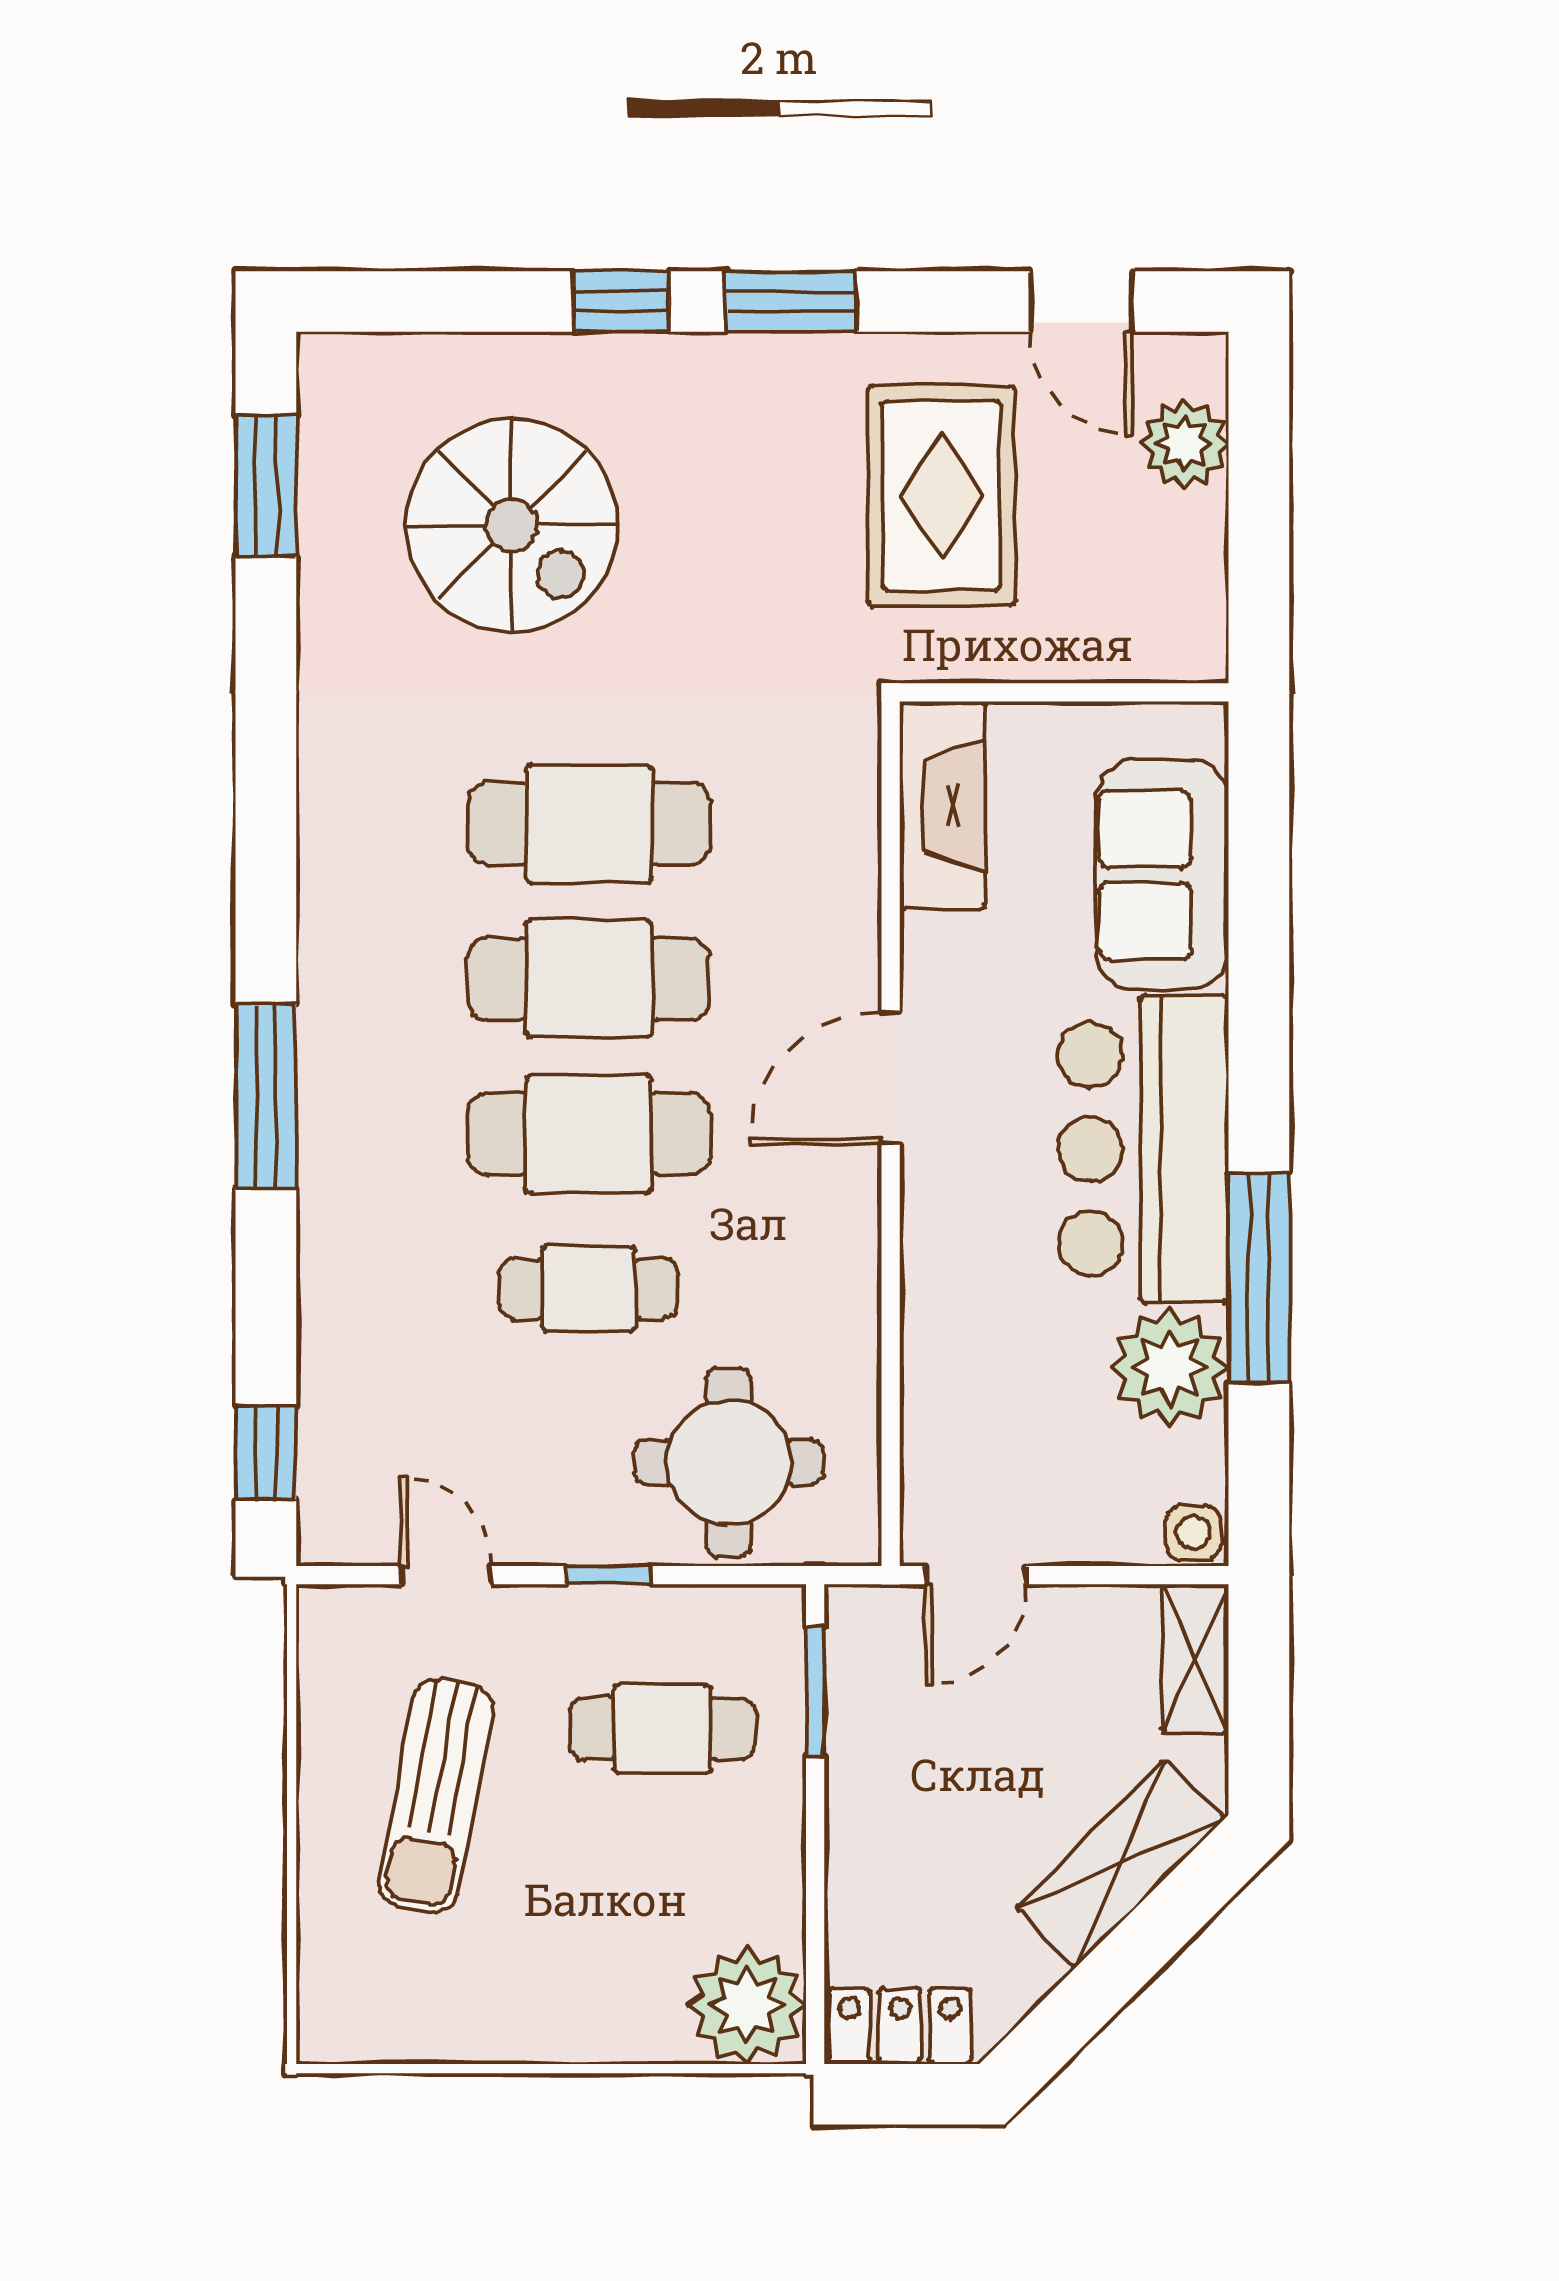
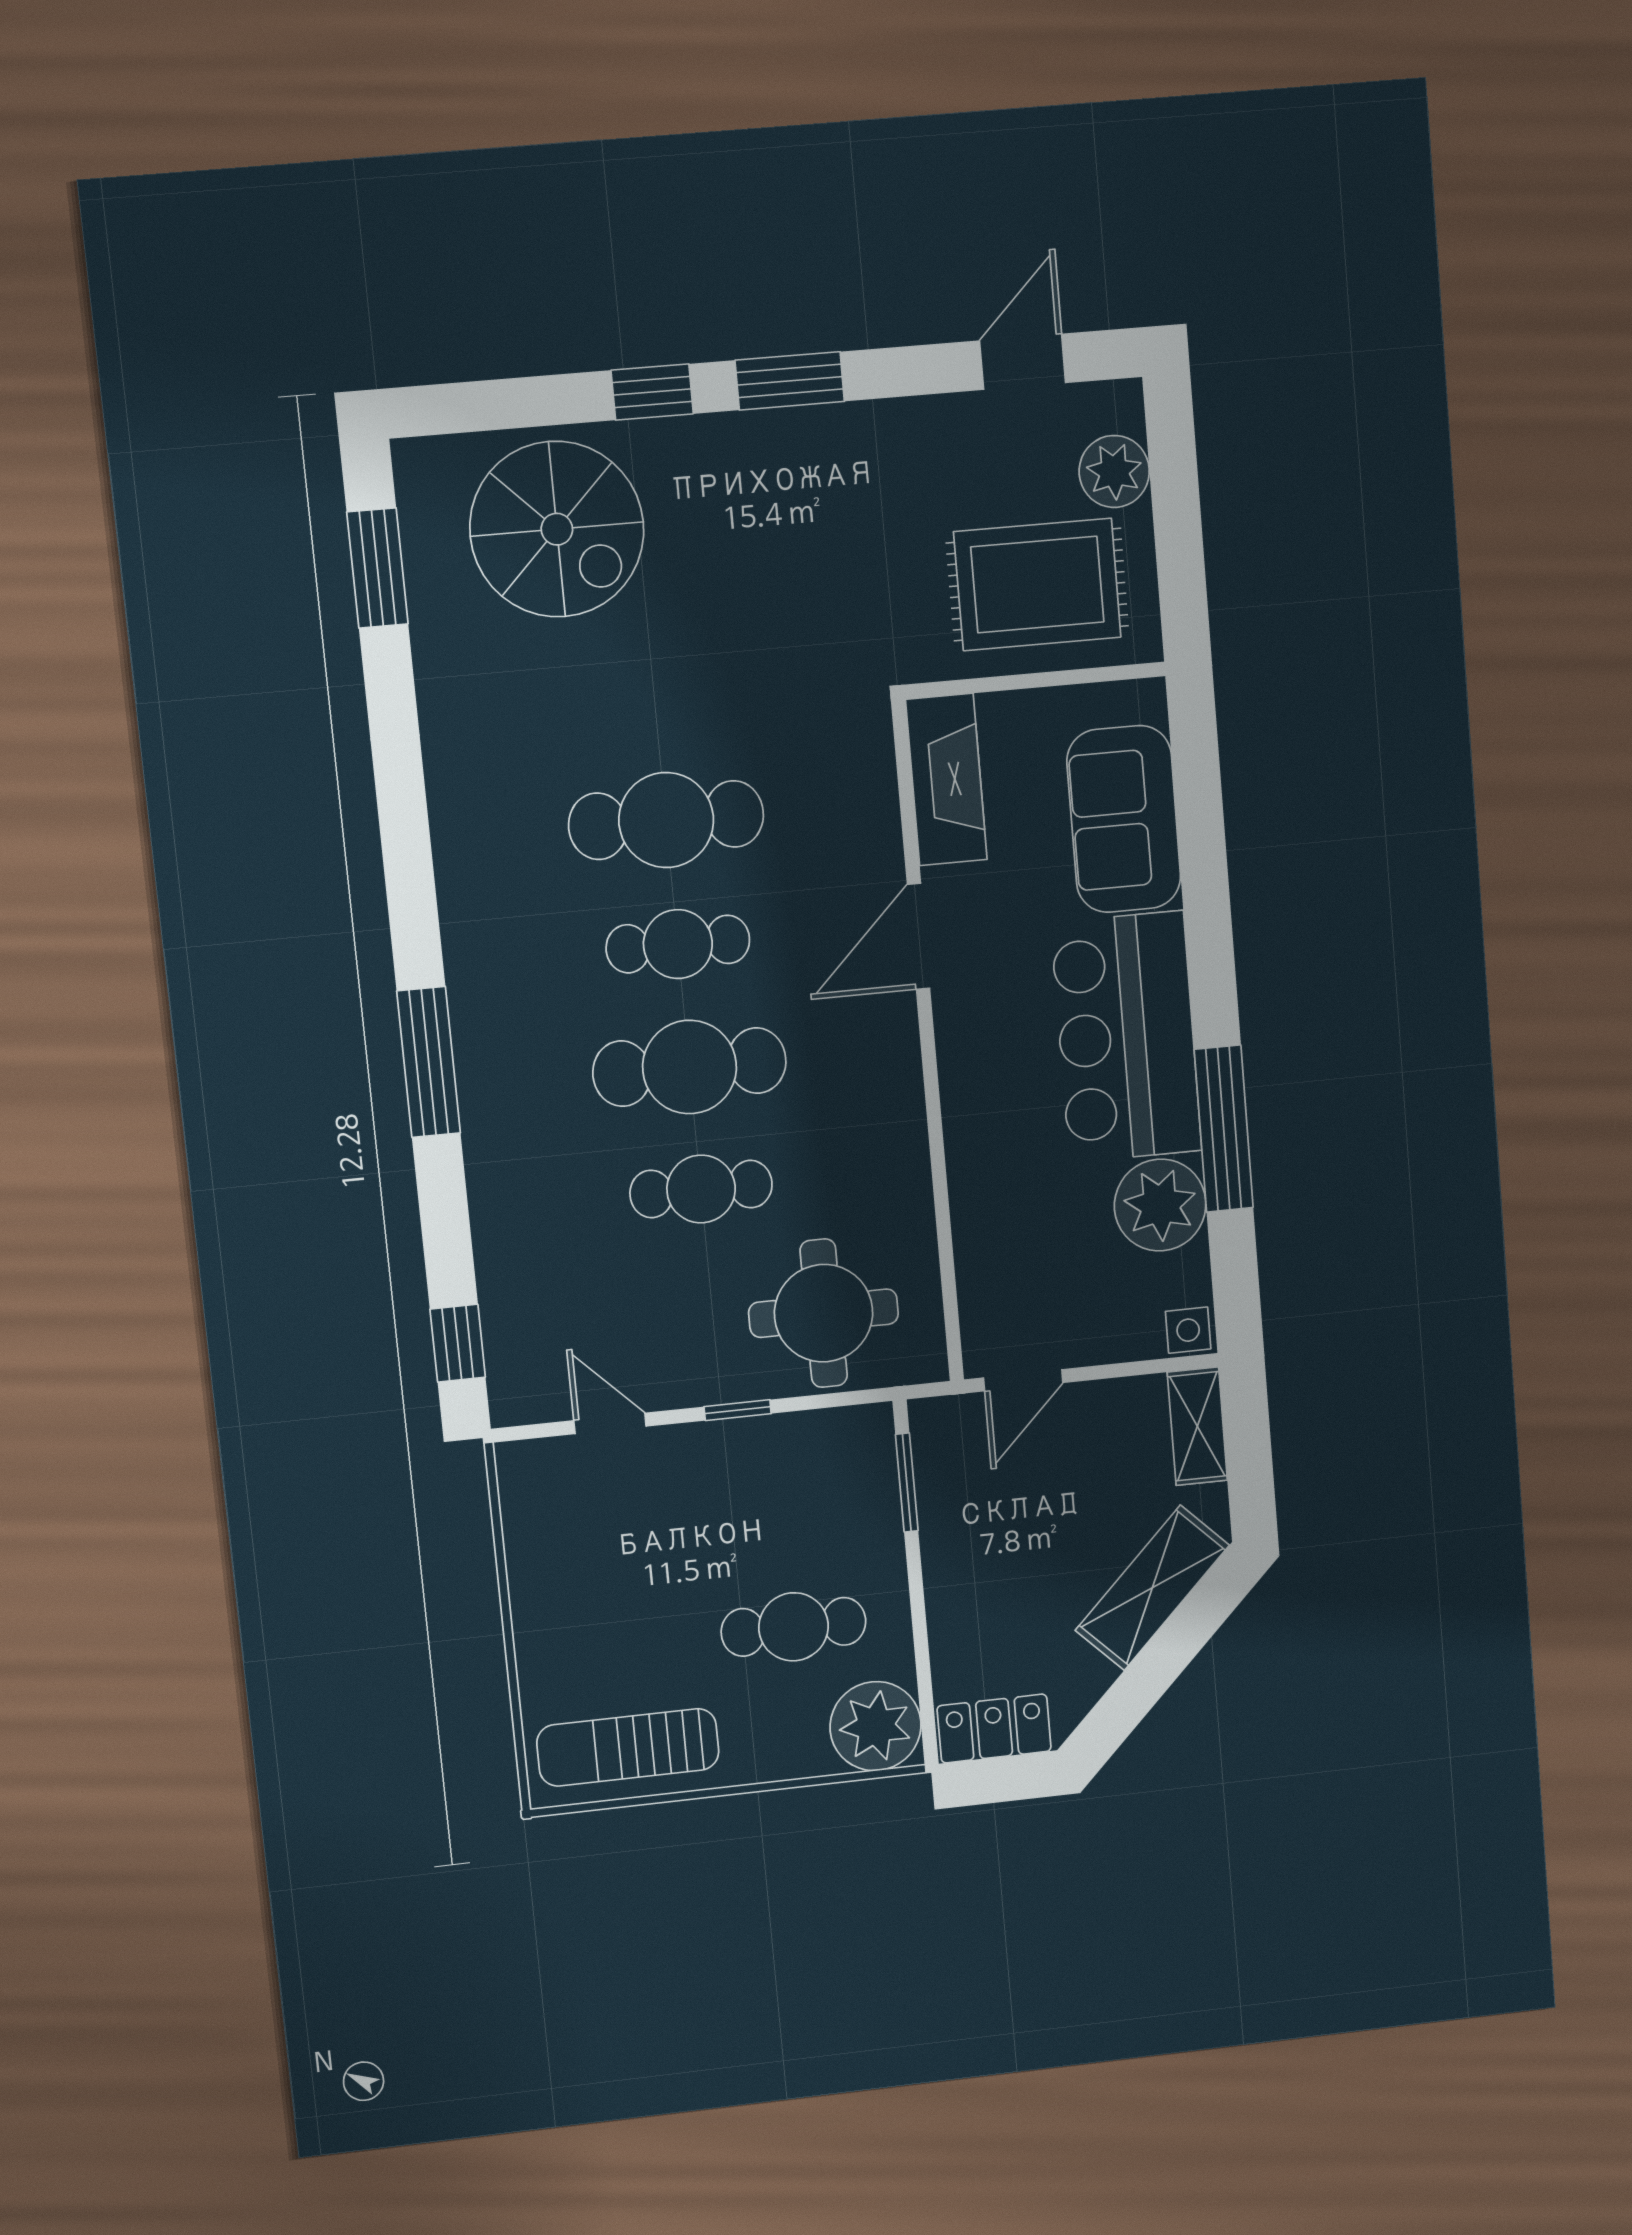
door: (1081, 302) -> (1023, 362), swing flipped
rug: (941, 496) -> (1037, 585), moved, turned 90
spiral stairs: (511, 525) -> (557, 529), moved
cafe table: (589, 979) -> (678, 944), width x0.73, depth x0.74
door: (891, 1078) -> (919, 936), moved
cafe table: (663, 1729) -> (794, 1627), moved
sun lounger: (435, 1796) -> (628, 1747), moved, turned 79

